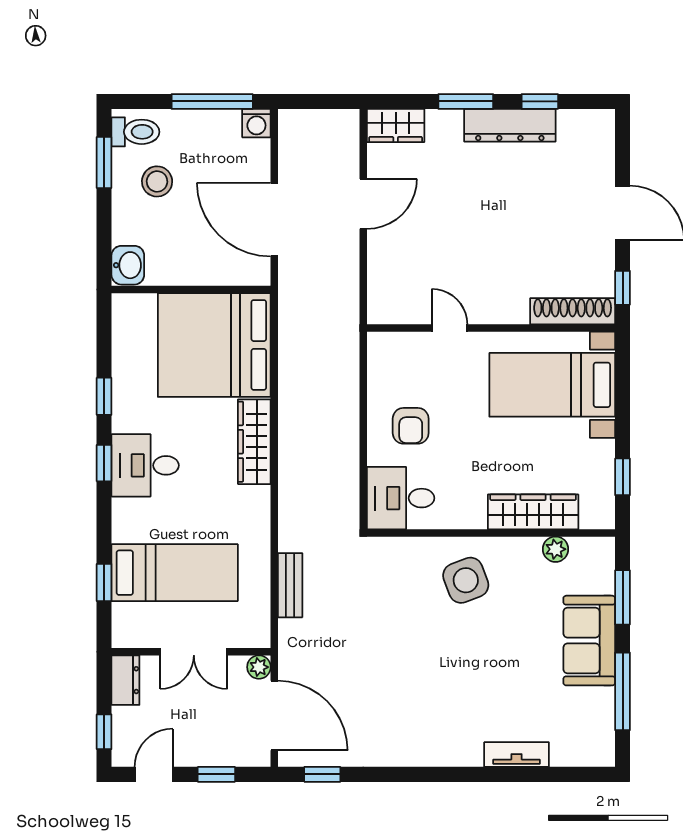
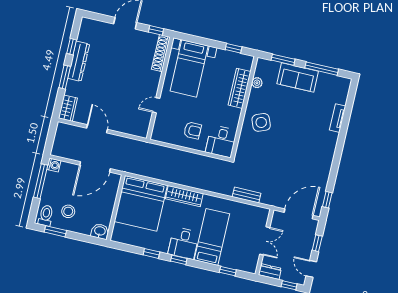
bed: (175, 573) -> (212, 237), moved
plant: (259, 667) -> (277, 216), removed

